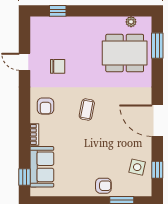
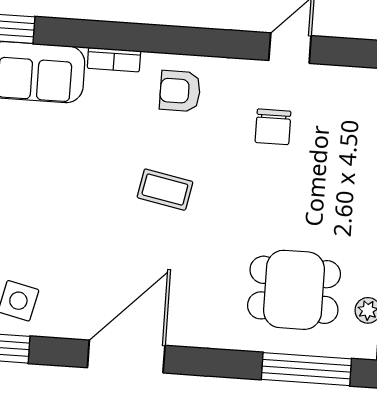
window: (157, 46) -> (306, 369), width x1.44
dining table: (125, 53) -> (294, 290), width x0.73

